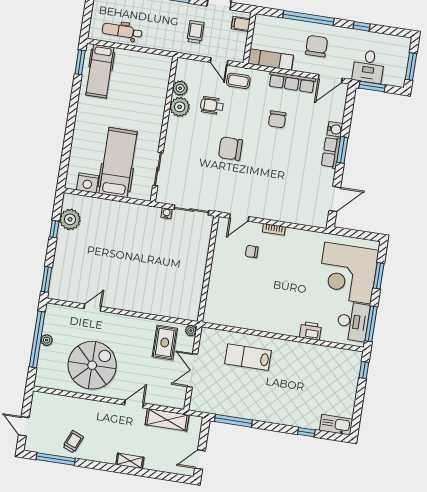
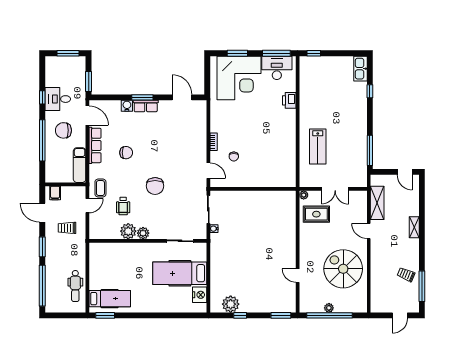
desk: (369, 66) -> (58, 99), moved, turned 180
plant: (180, 88) -> (143, 233), moved

